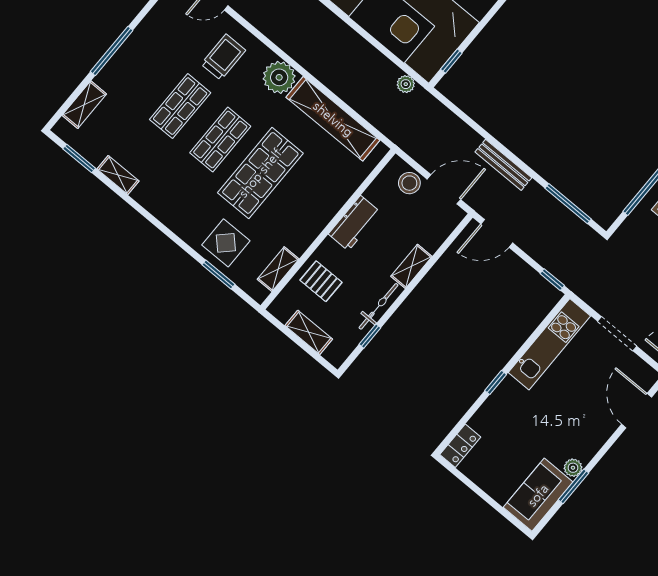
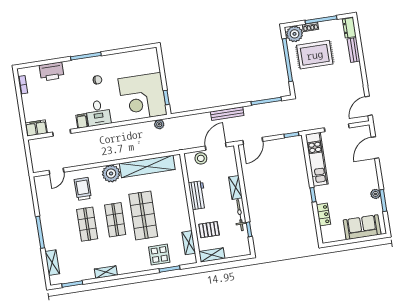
shelving: (118, 175) -> (106, 272), moved
shelving: (309, 332) -> (212, 255), moved
door: (637, 411) -> (375, 148), hinge flipped
locker: (460, 446) -> (323, 215), moved
sofa: (538, 495) -> (362, 227), moved, turned 90

